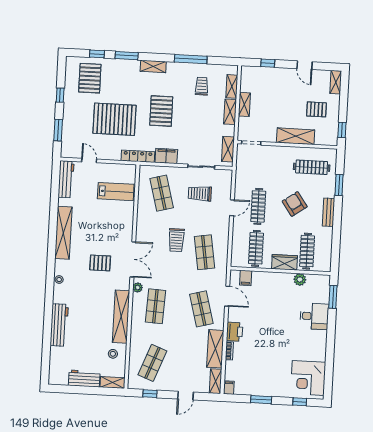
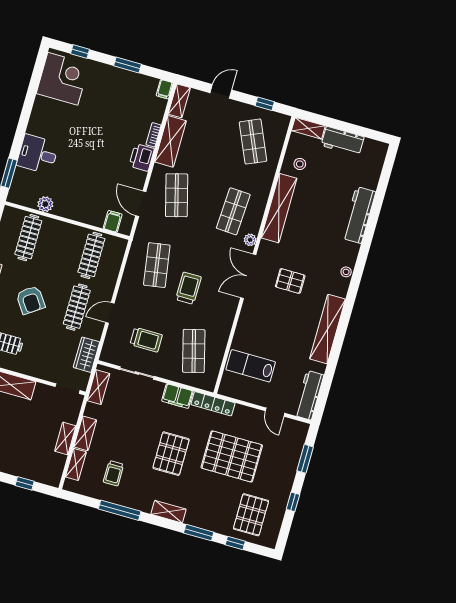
wardrobe: (284, 262) -> (86, 355), moved, turned 90
shop shelf: (152, 363) -> (253, 142), turned -45

